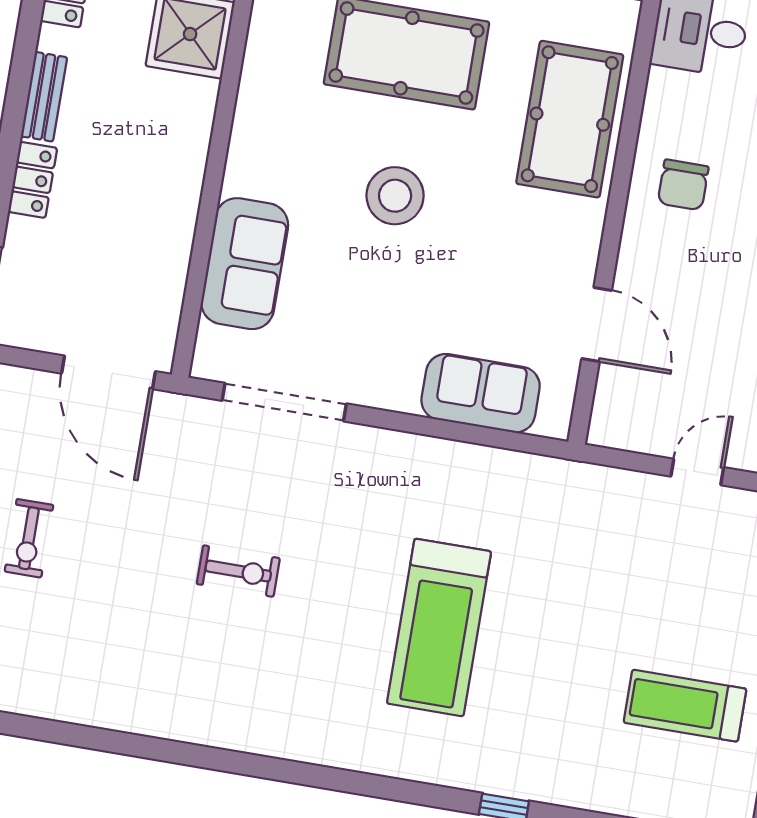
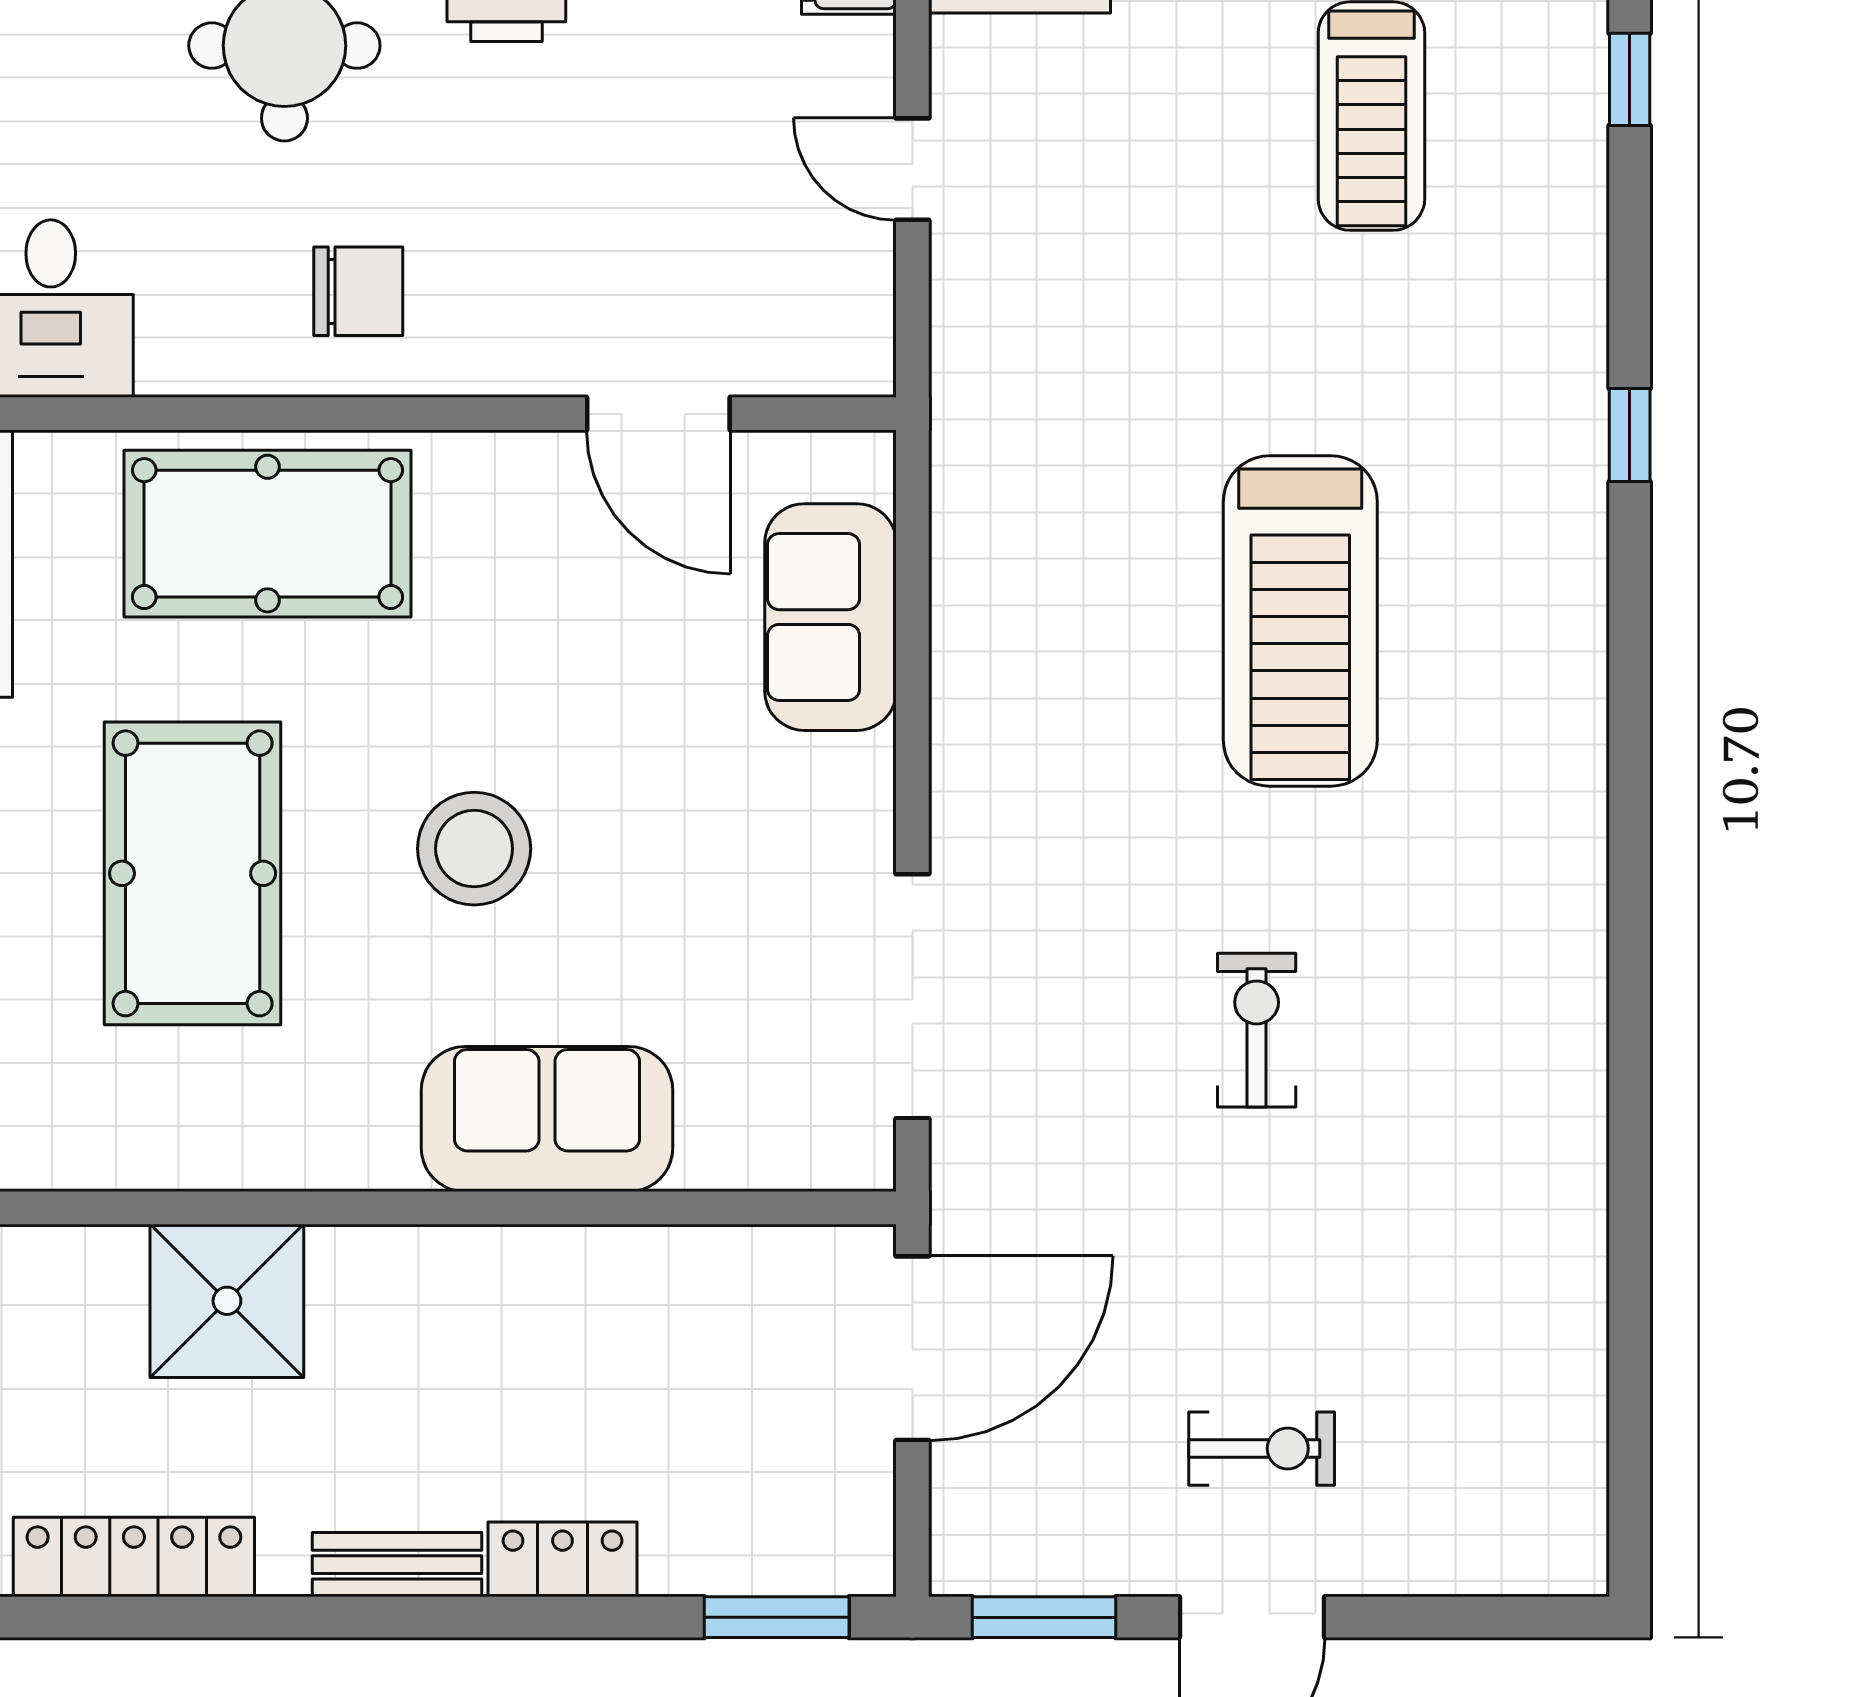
sofa: (245, 264) -> (547, 1119), moved
door: (597, 324) -> (658, 414), swing flipped
treadmill: (439, 627) -> (1300, 621), turned 90

